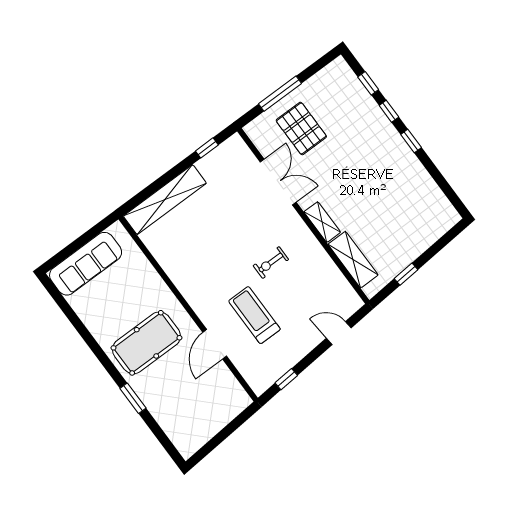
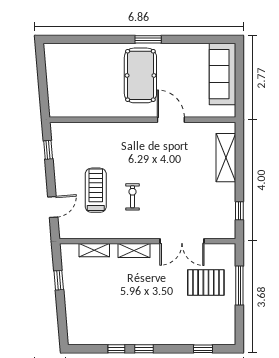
window: (389, 111) -> (116, 349), moved
shelving: (165, 200) -> (226, 158), width x0.68
shelving: (353, 260) -> (94, 250), width x0.67, depth x0.75
treadmill: (254, 315) -> (96, 190), moved, turned -90
door: (215, 344) -> (171, 120), moved
window: (133, 398) -> (148, 39), moved

